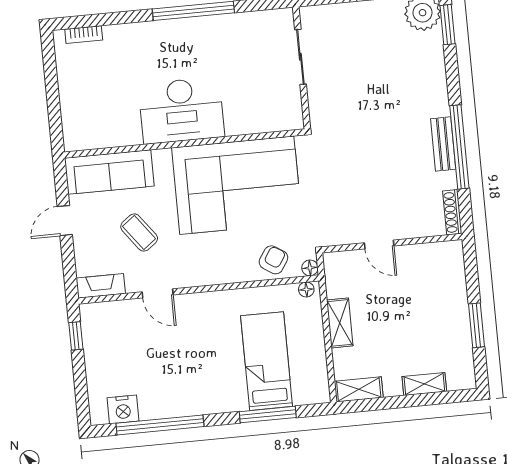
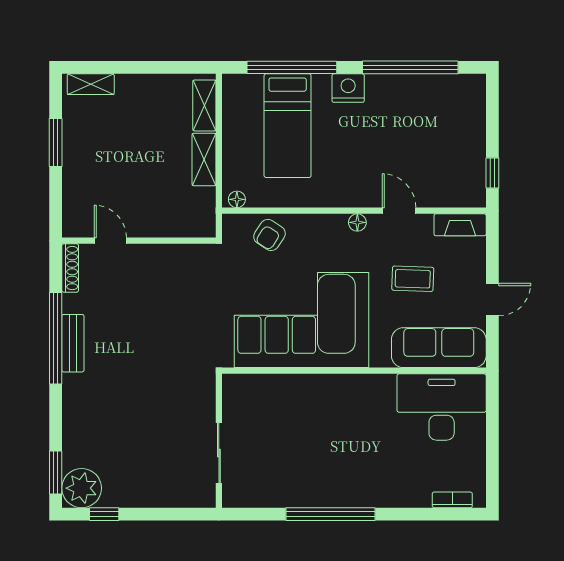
desk: (181, 110) -> (442, 407), moved
coffee table: (139, 233) -> (413, 279), turned -51
door: (379, 244) -> (110, 241), moved
floor lamp: (310, 268) -> (357, 222), moved
shelving: (424, 384) -> (91, 84), moved
shelving: (359, 389) -> (204, 105), moved, turned 90
nightstand: (123, 409) -> (348, 88), moved
window: (268, 415) -> (292, 67), width x1.46

